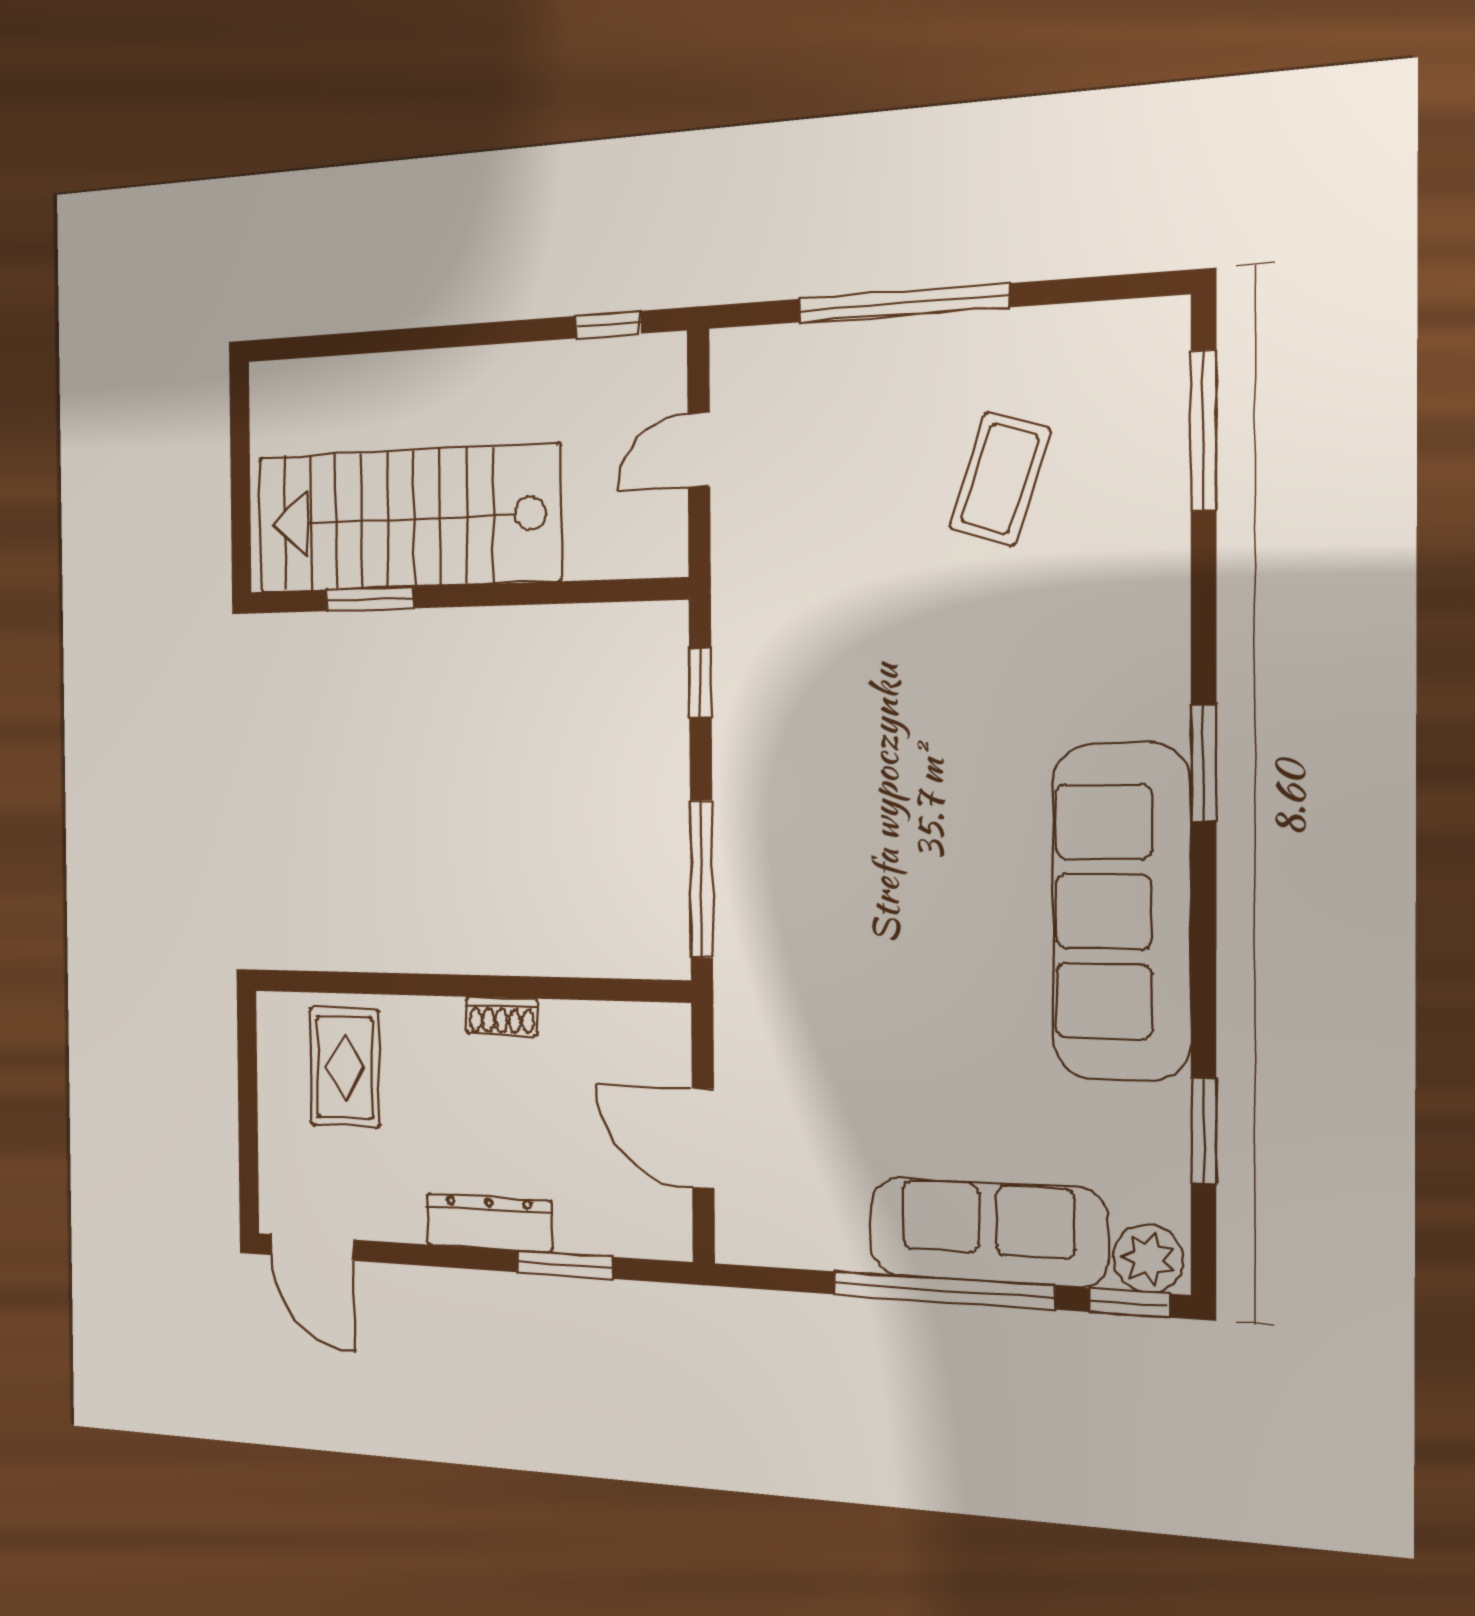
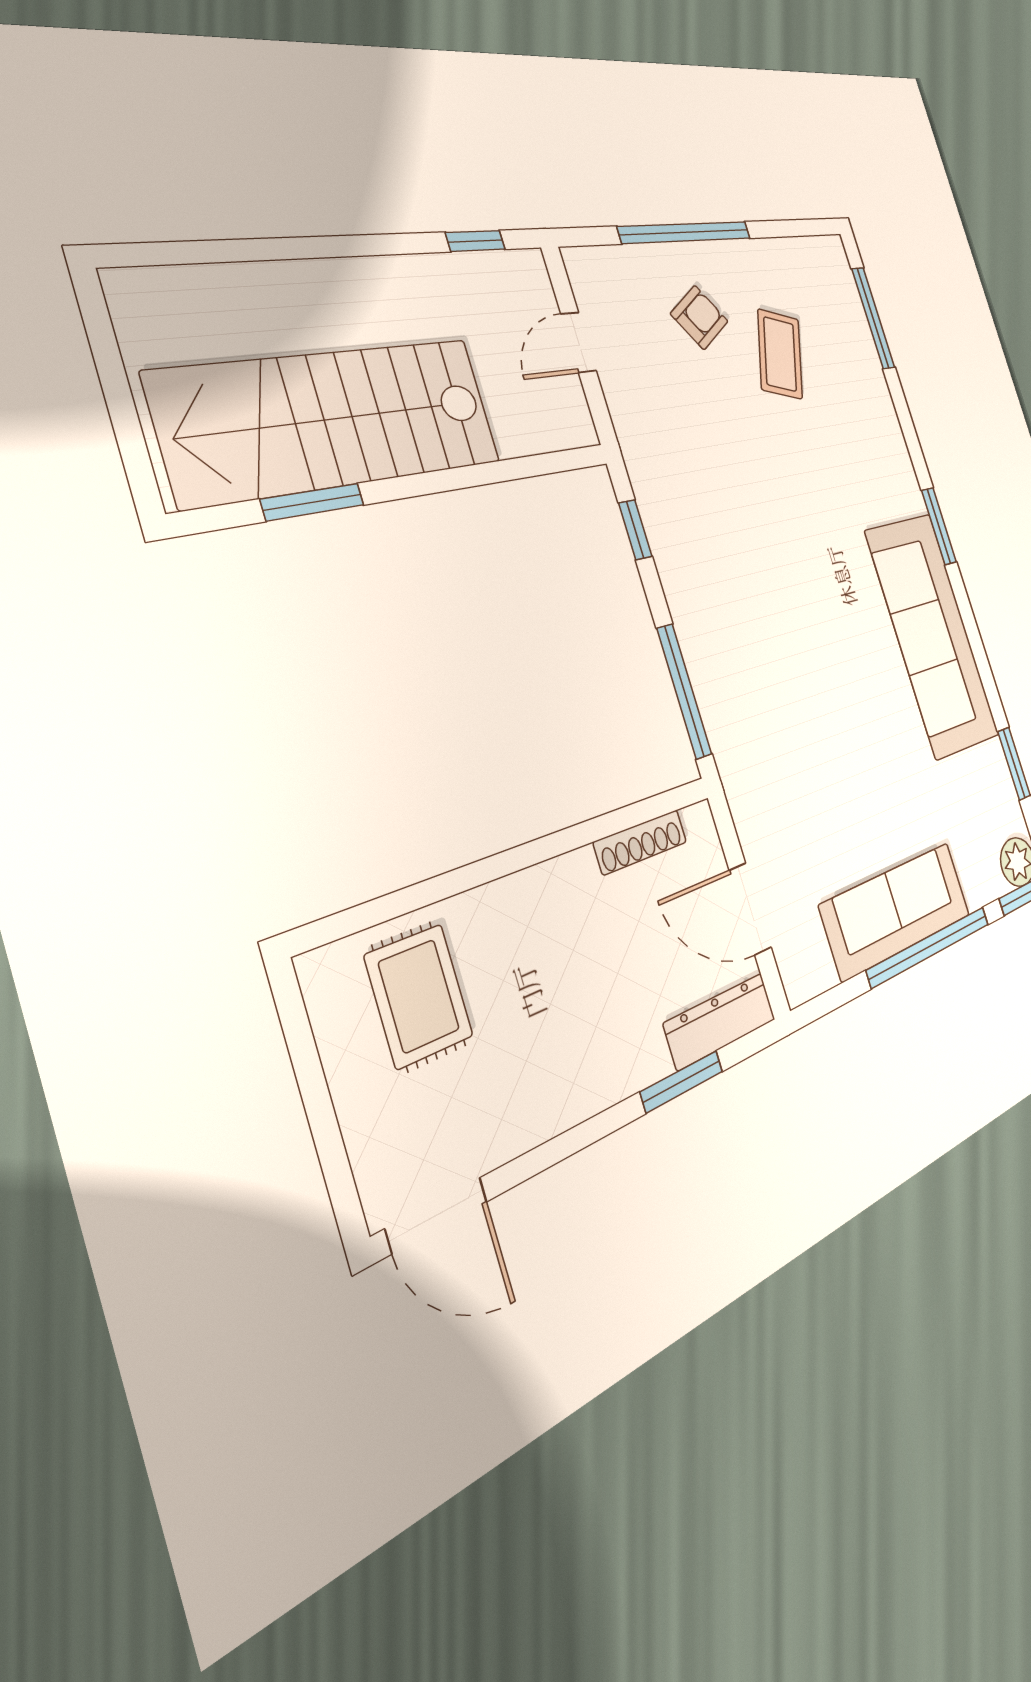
armchair: (883, 423) -> (699, 317), added
shoe rack: (502, 1016) -> (640, 842), moved, width x1.43
dresser: (489, 1223) -> (720, 1021), moved
sofa: (988, 1232) -> (896, 910), moved

